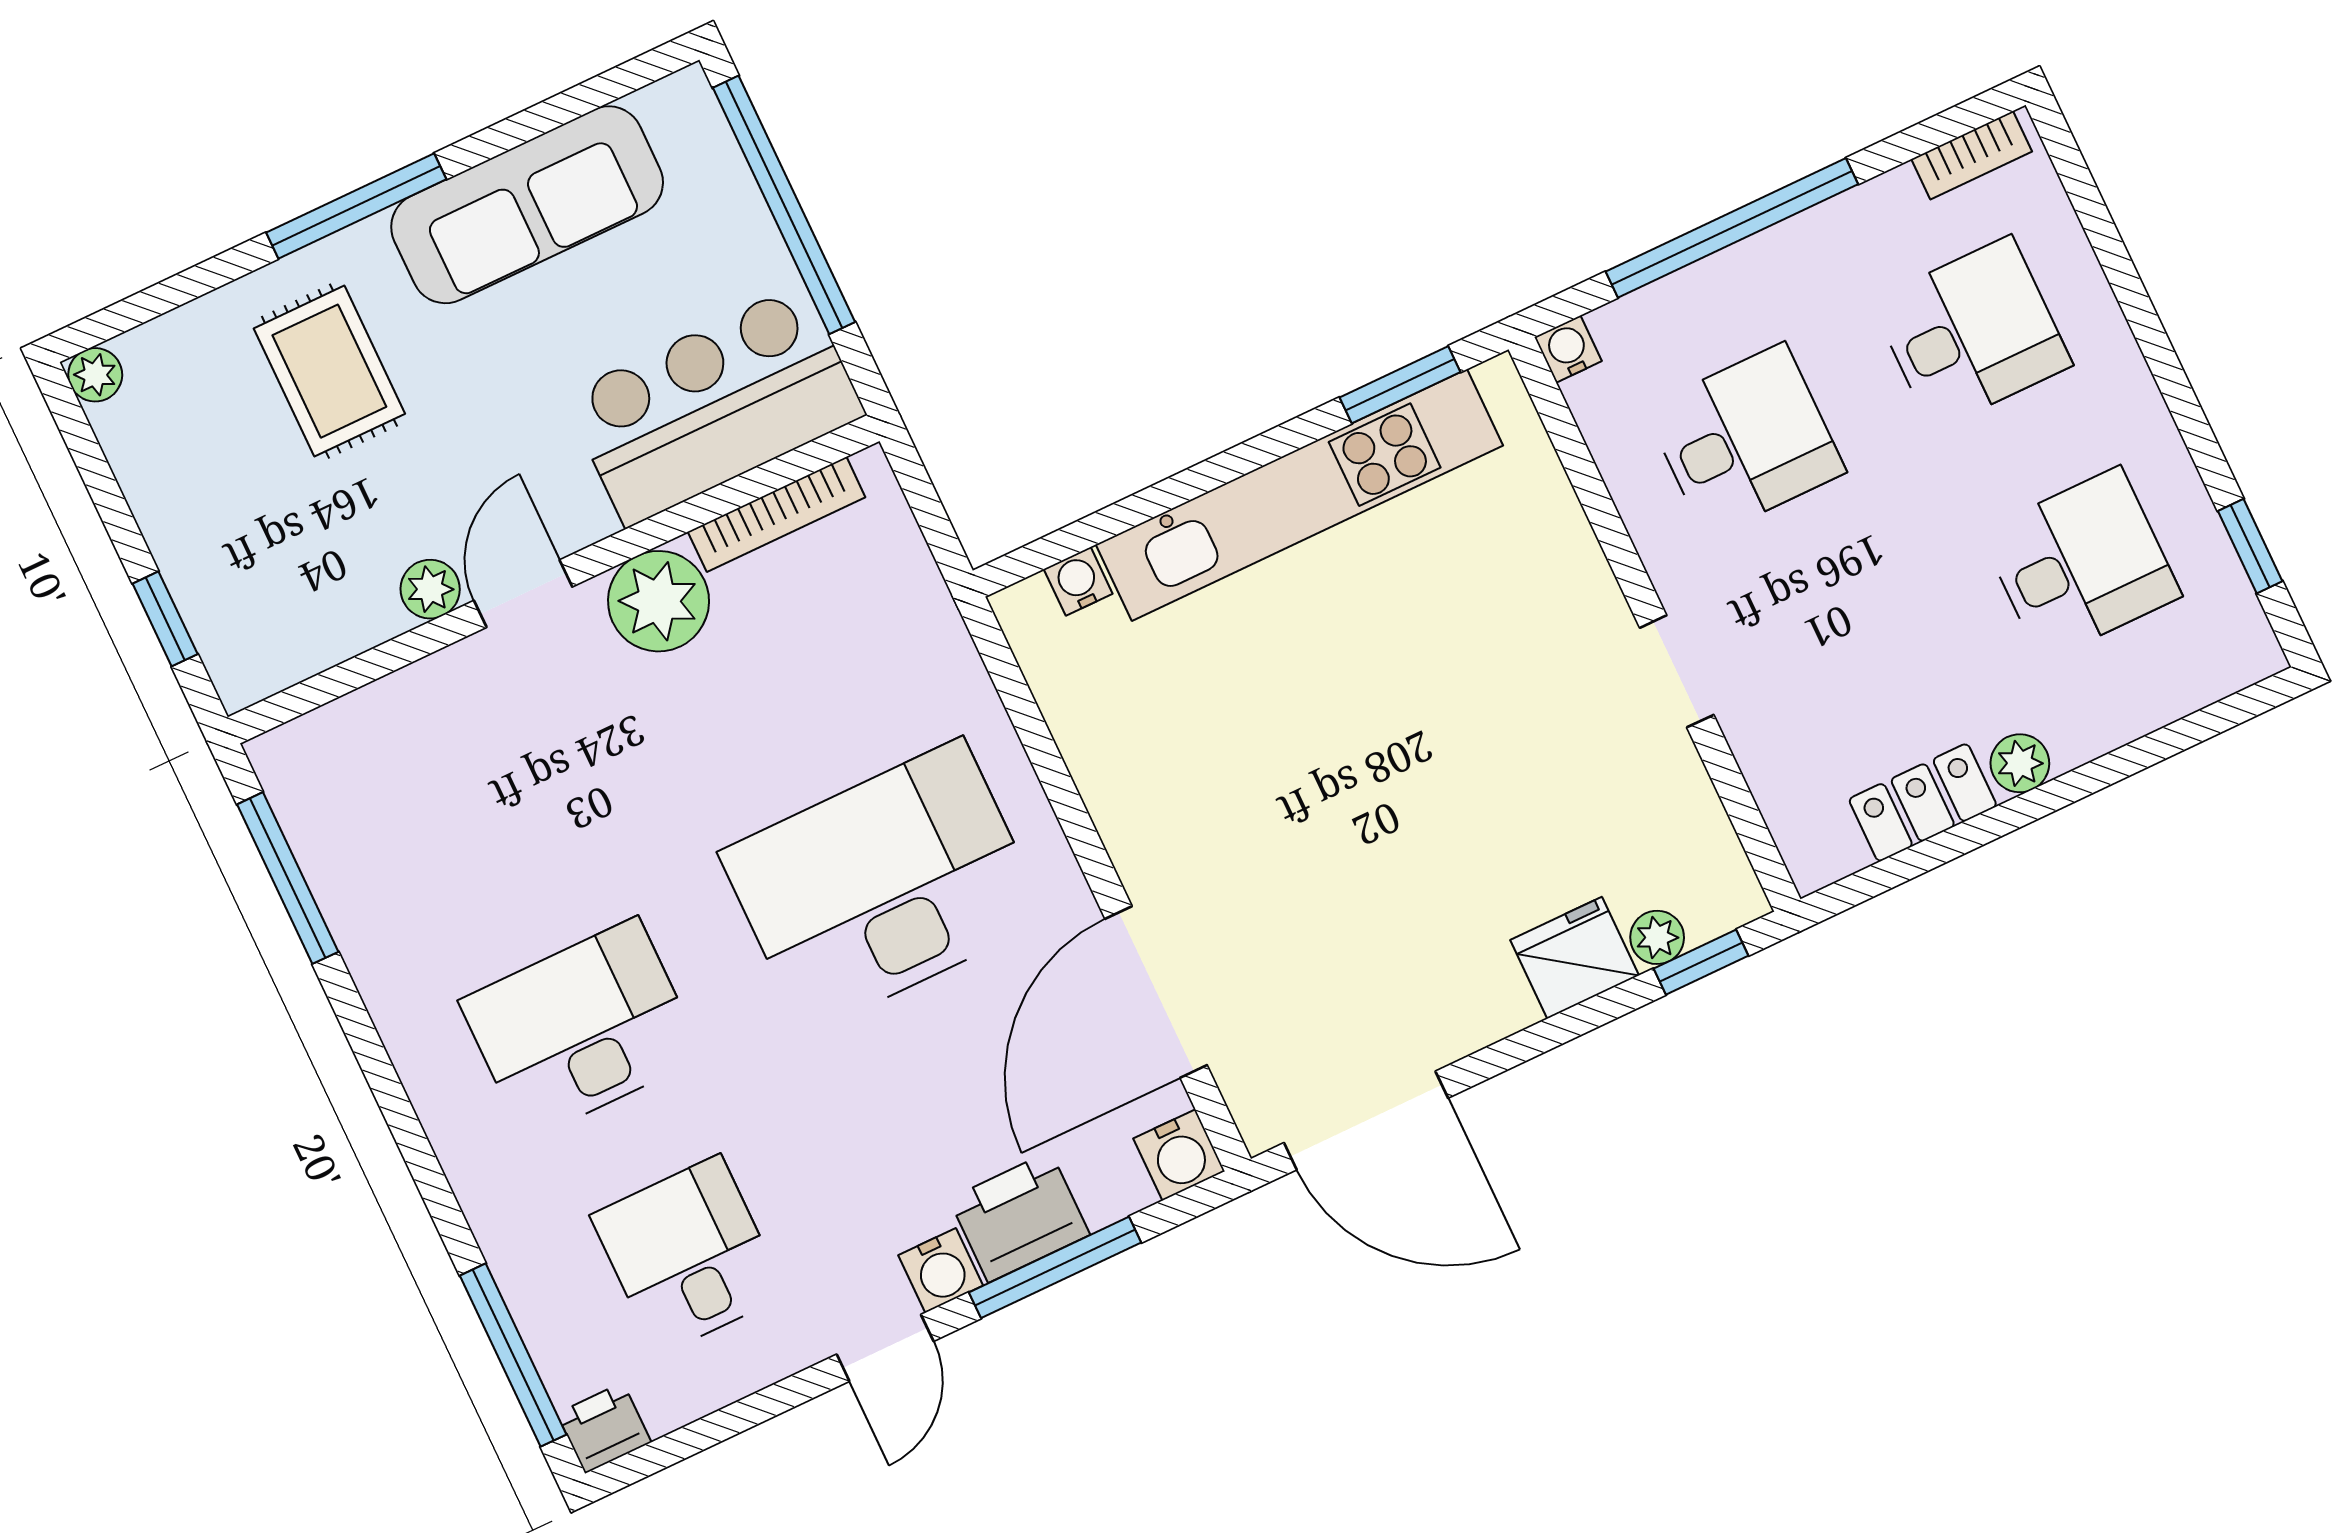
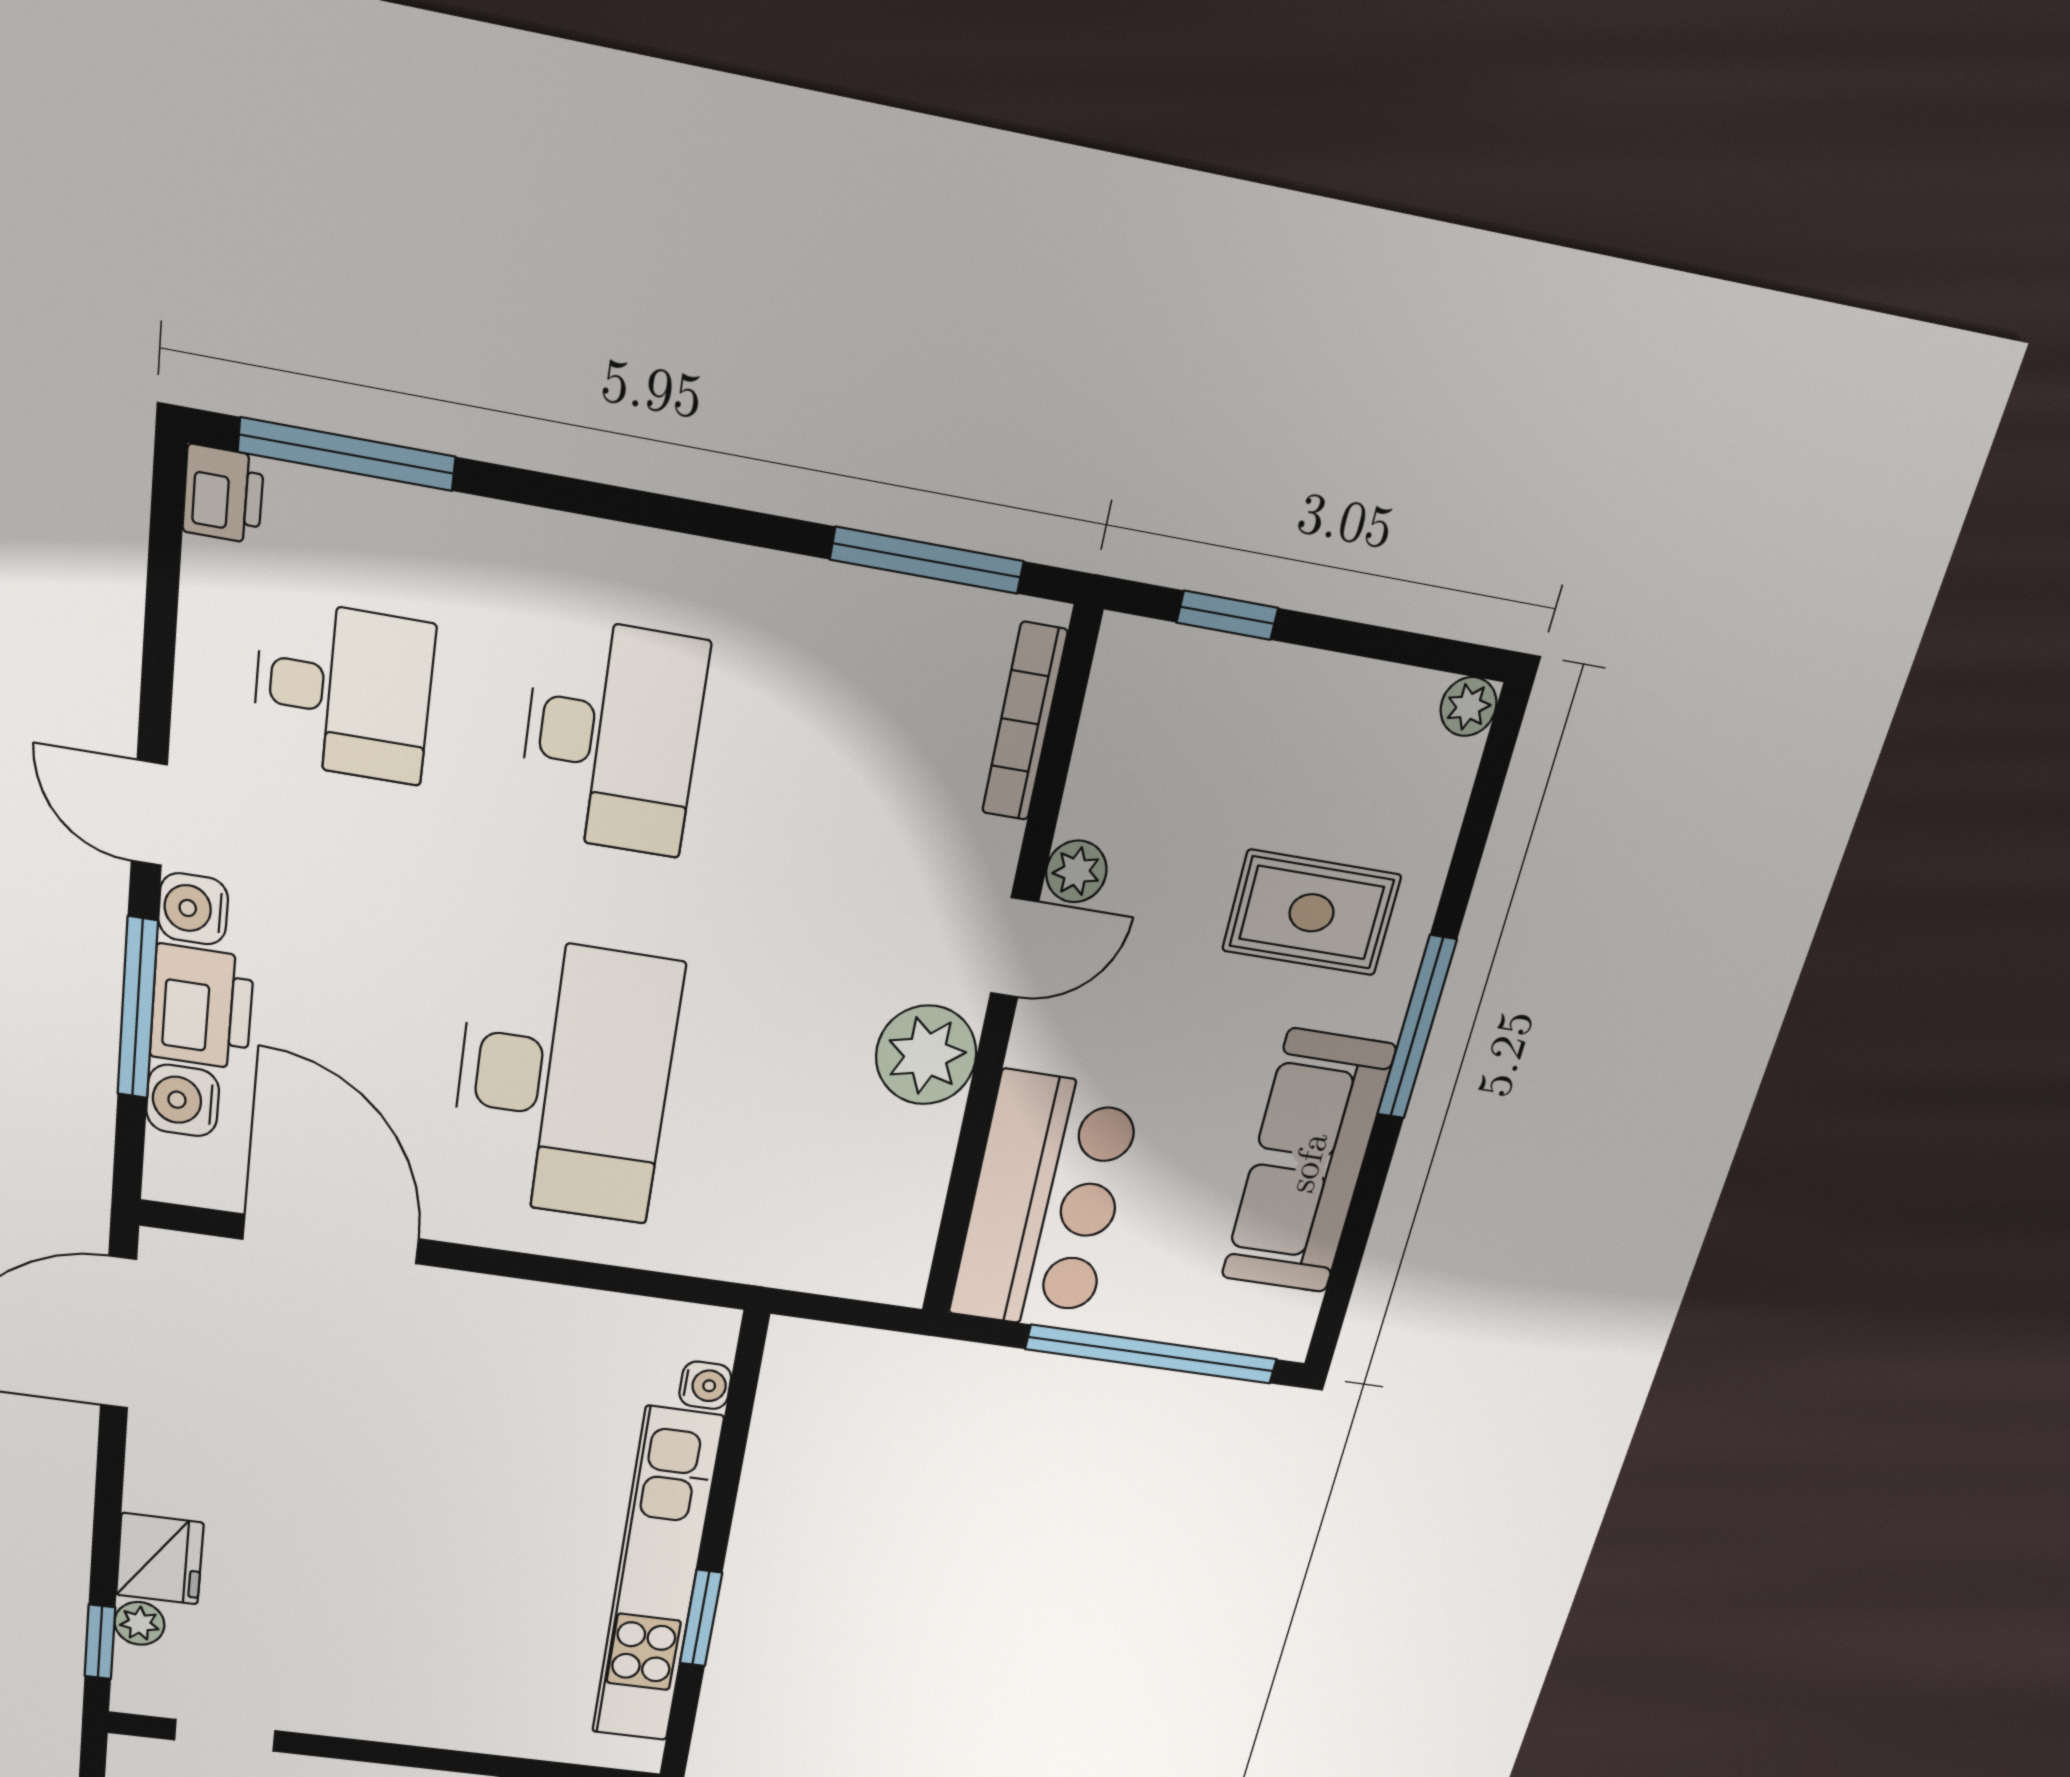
window: (1400, 385) -> (701, 1618), moved
bookcase: (777, 514) -> (1024, 722), moved
door: (523, 594) -> (1014, 948), hinge flipped
doorway: (1677, 671) -> (225, 1735), moved
water cooler: (1179, 1155) -> (183, 1101), moved

